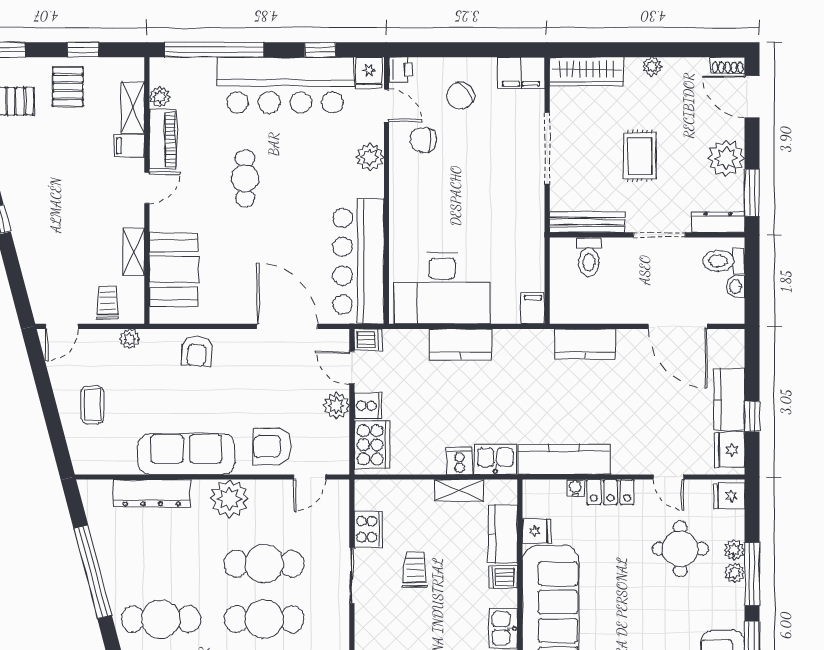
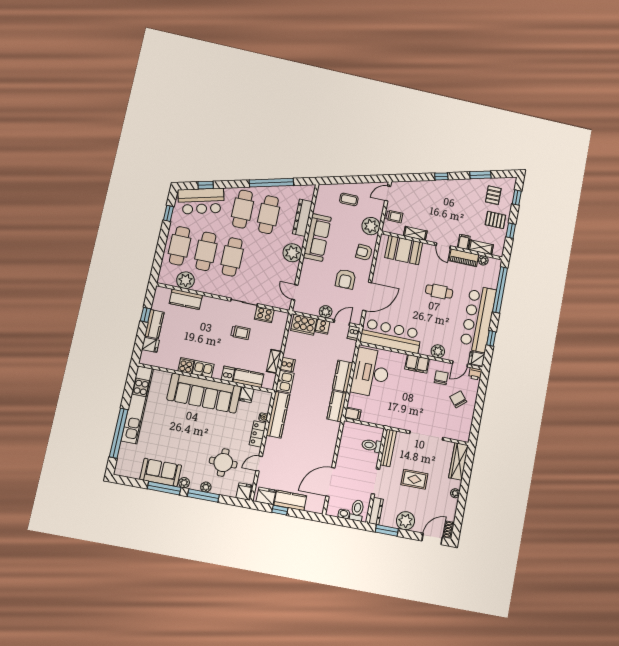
filing cabinet: (521, 73) -> (417, 364), moved, turned -90
door: (62, 326) -> (388, 194), hinge flipped
plant: (130, 339) -> (371, 226), width x1.88, depth x1.88
kitchen counter: (585, 344) -> (337, 406), moved
armchair: (272, 447) -> (345, 279), moved, turned 180
plant: (734, 550) -> (184, 483), moved
cafe table: (264, 564) -> (269, 215), moved

